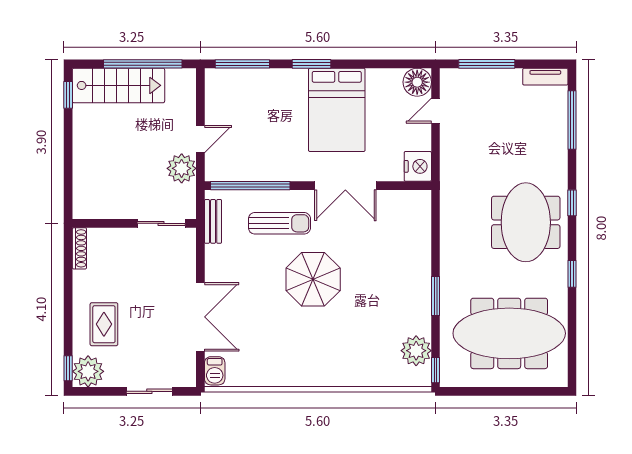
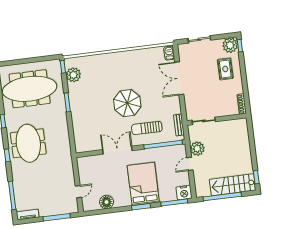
floor lamp: (417, 82) -> (106, 202), moved
bed: (337, 110) -> (143, 184), moved
nightstand: (418, 166) -> (184, 193), moved, turned -90

